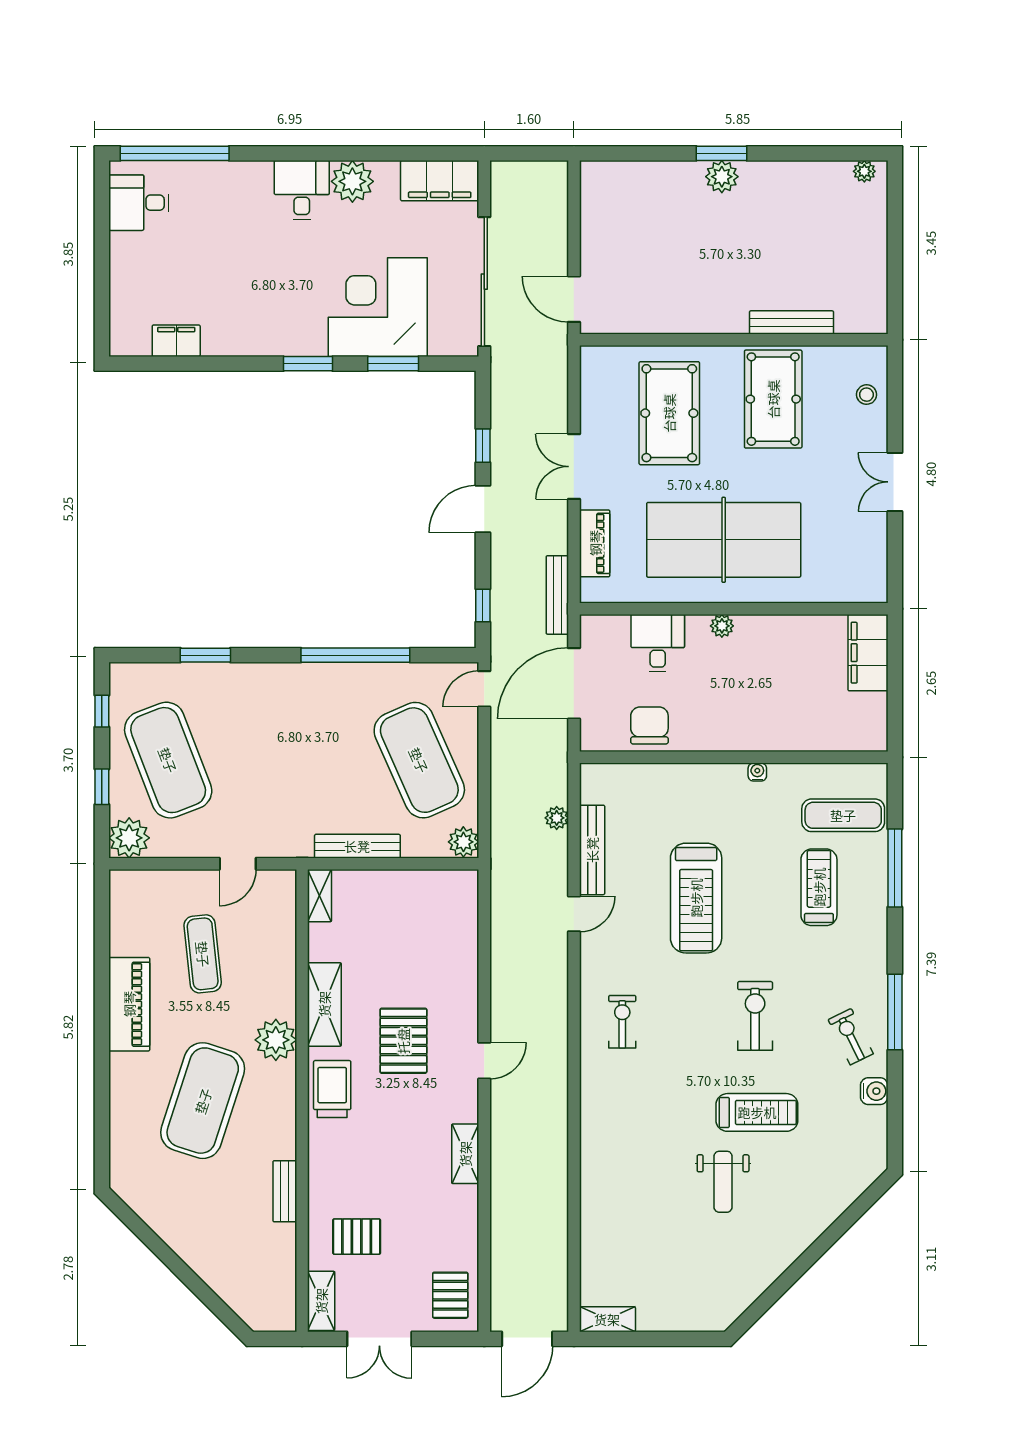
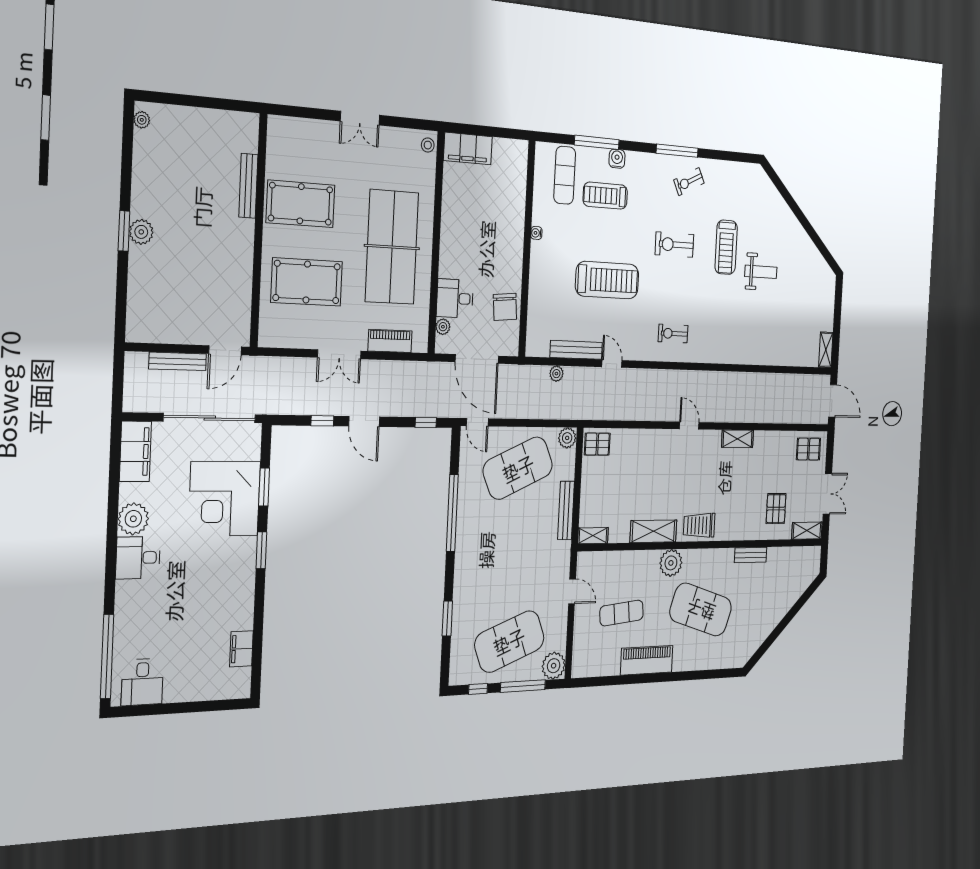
stool: (866, 395) -> (428, 145), moved
bench: (557, 595) -> (178, 361), moved
plant: (722, 626) -> (443, 327), moved
chair: (649, 725) -> (505, 307), turned -95
window: (102, 787) -> (523, 686), width x2.17
pallet: (403, 1041) -> (597, 444), moved, width x0.67, depth x0.71
water cooler: (874, 1091) -> (617, 159), moved
treadmill: (757, 1112) -> (726, 247), turned 180

